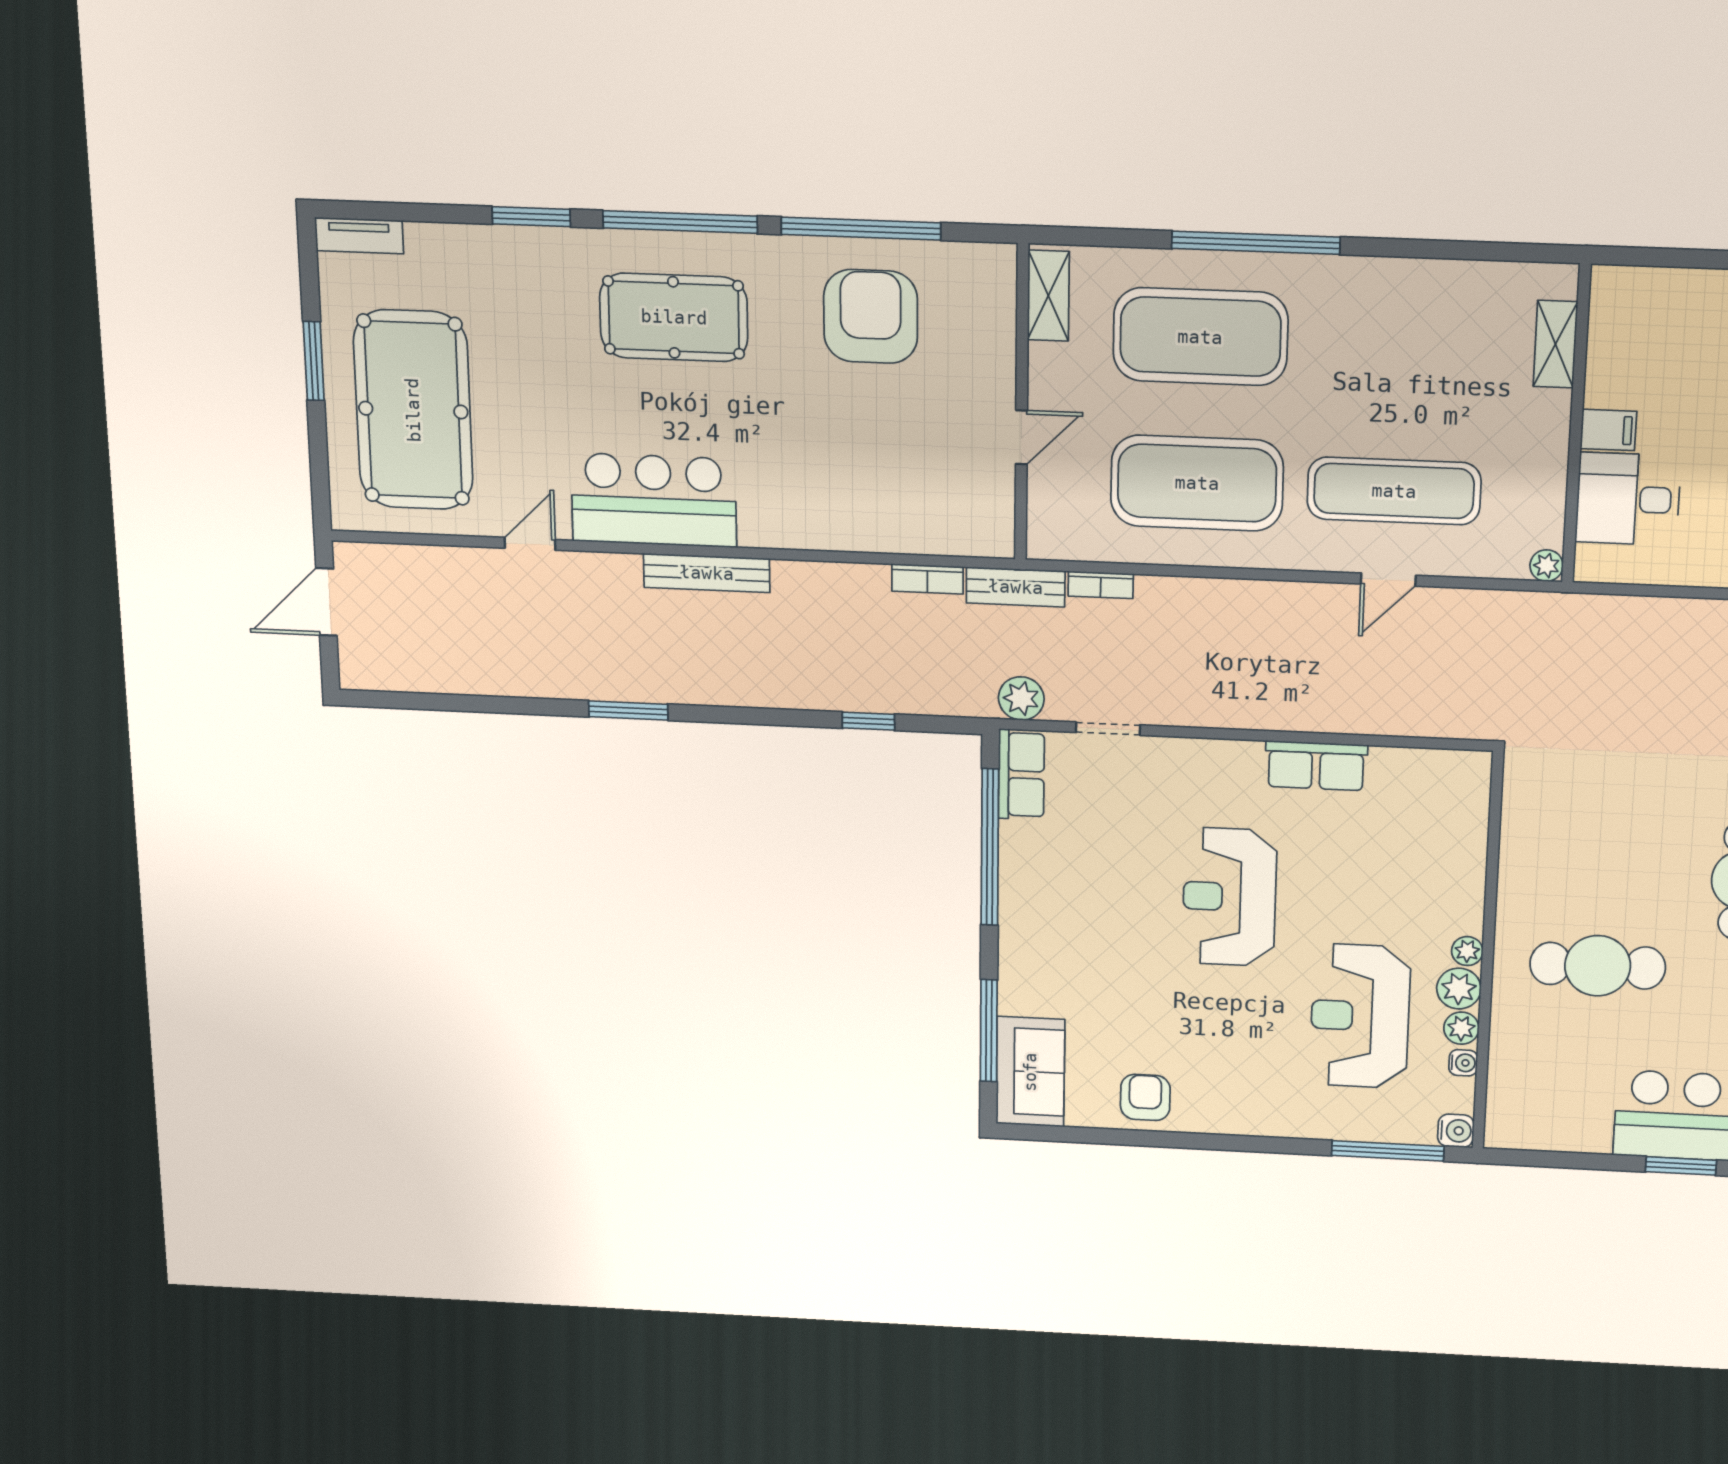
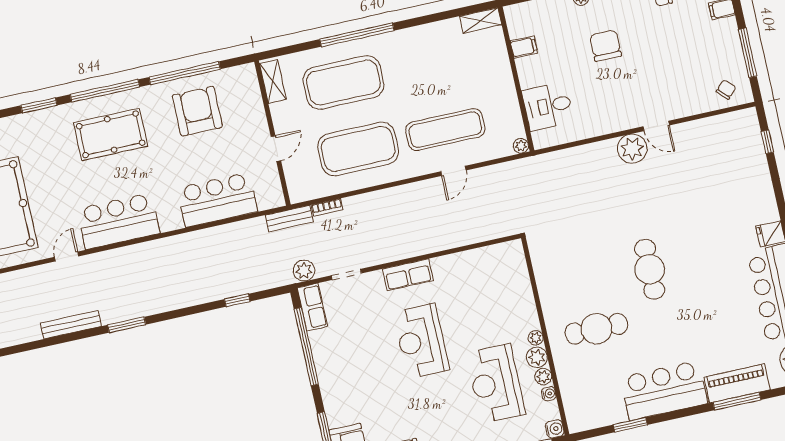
shelving: (1555, 344) -> (481, 21), moved, turned 90
filing cabinet: (1608, 430) -> (524, 47), moved
bar counter: (872, 510) -> (217, 200), added
bench: (707, 573) -> (71, 325), moved
bookcase: (927, 579) -> (249, 225), removed
row of seats: (1316, 766) -> (408, 275), moved
window: (1681, 1166) -> (630, 425), moved

